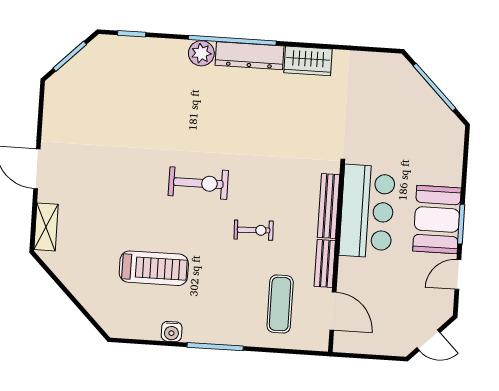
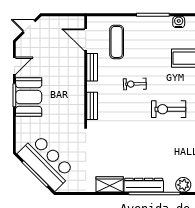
plant: (201, 53) -> (183, 185), moved
bench: (329, 206) -> (92, 106), width x0.73
bar counter: (367, 211) -> (46, 162), moved, turned 135

